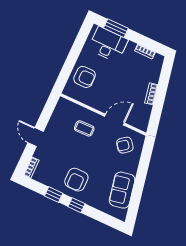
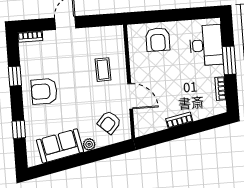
window: (116, 28) -> (229, 60), moved
armchair: (125, 145) -> (109, 122), turned -100
plant: (133, 168) -> (89, 144), added
window: (76, 205) -> (19, 129), moved

